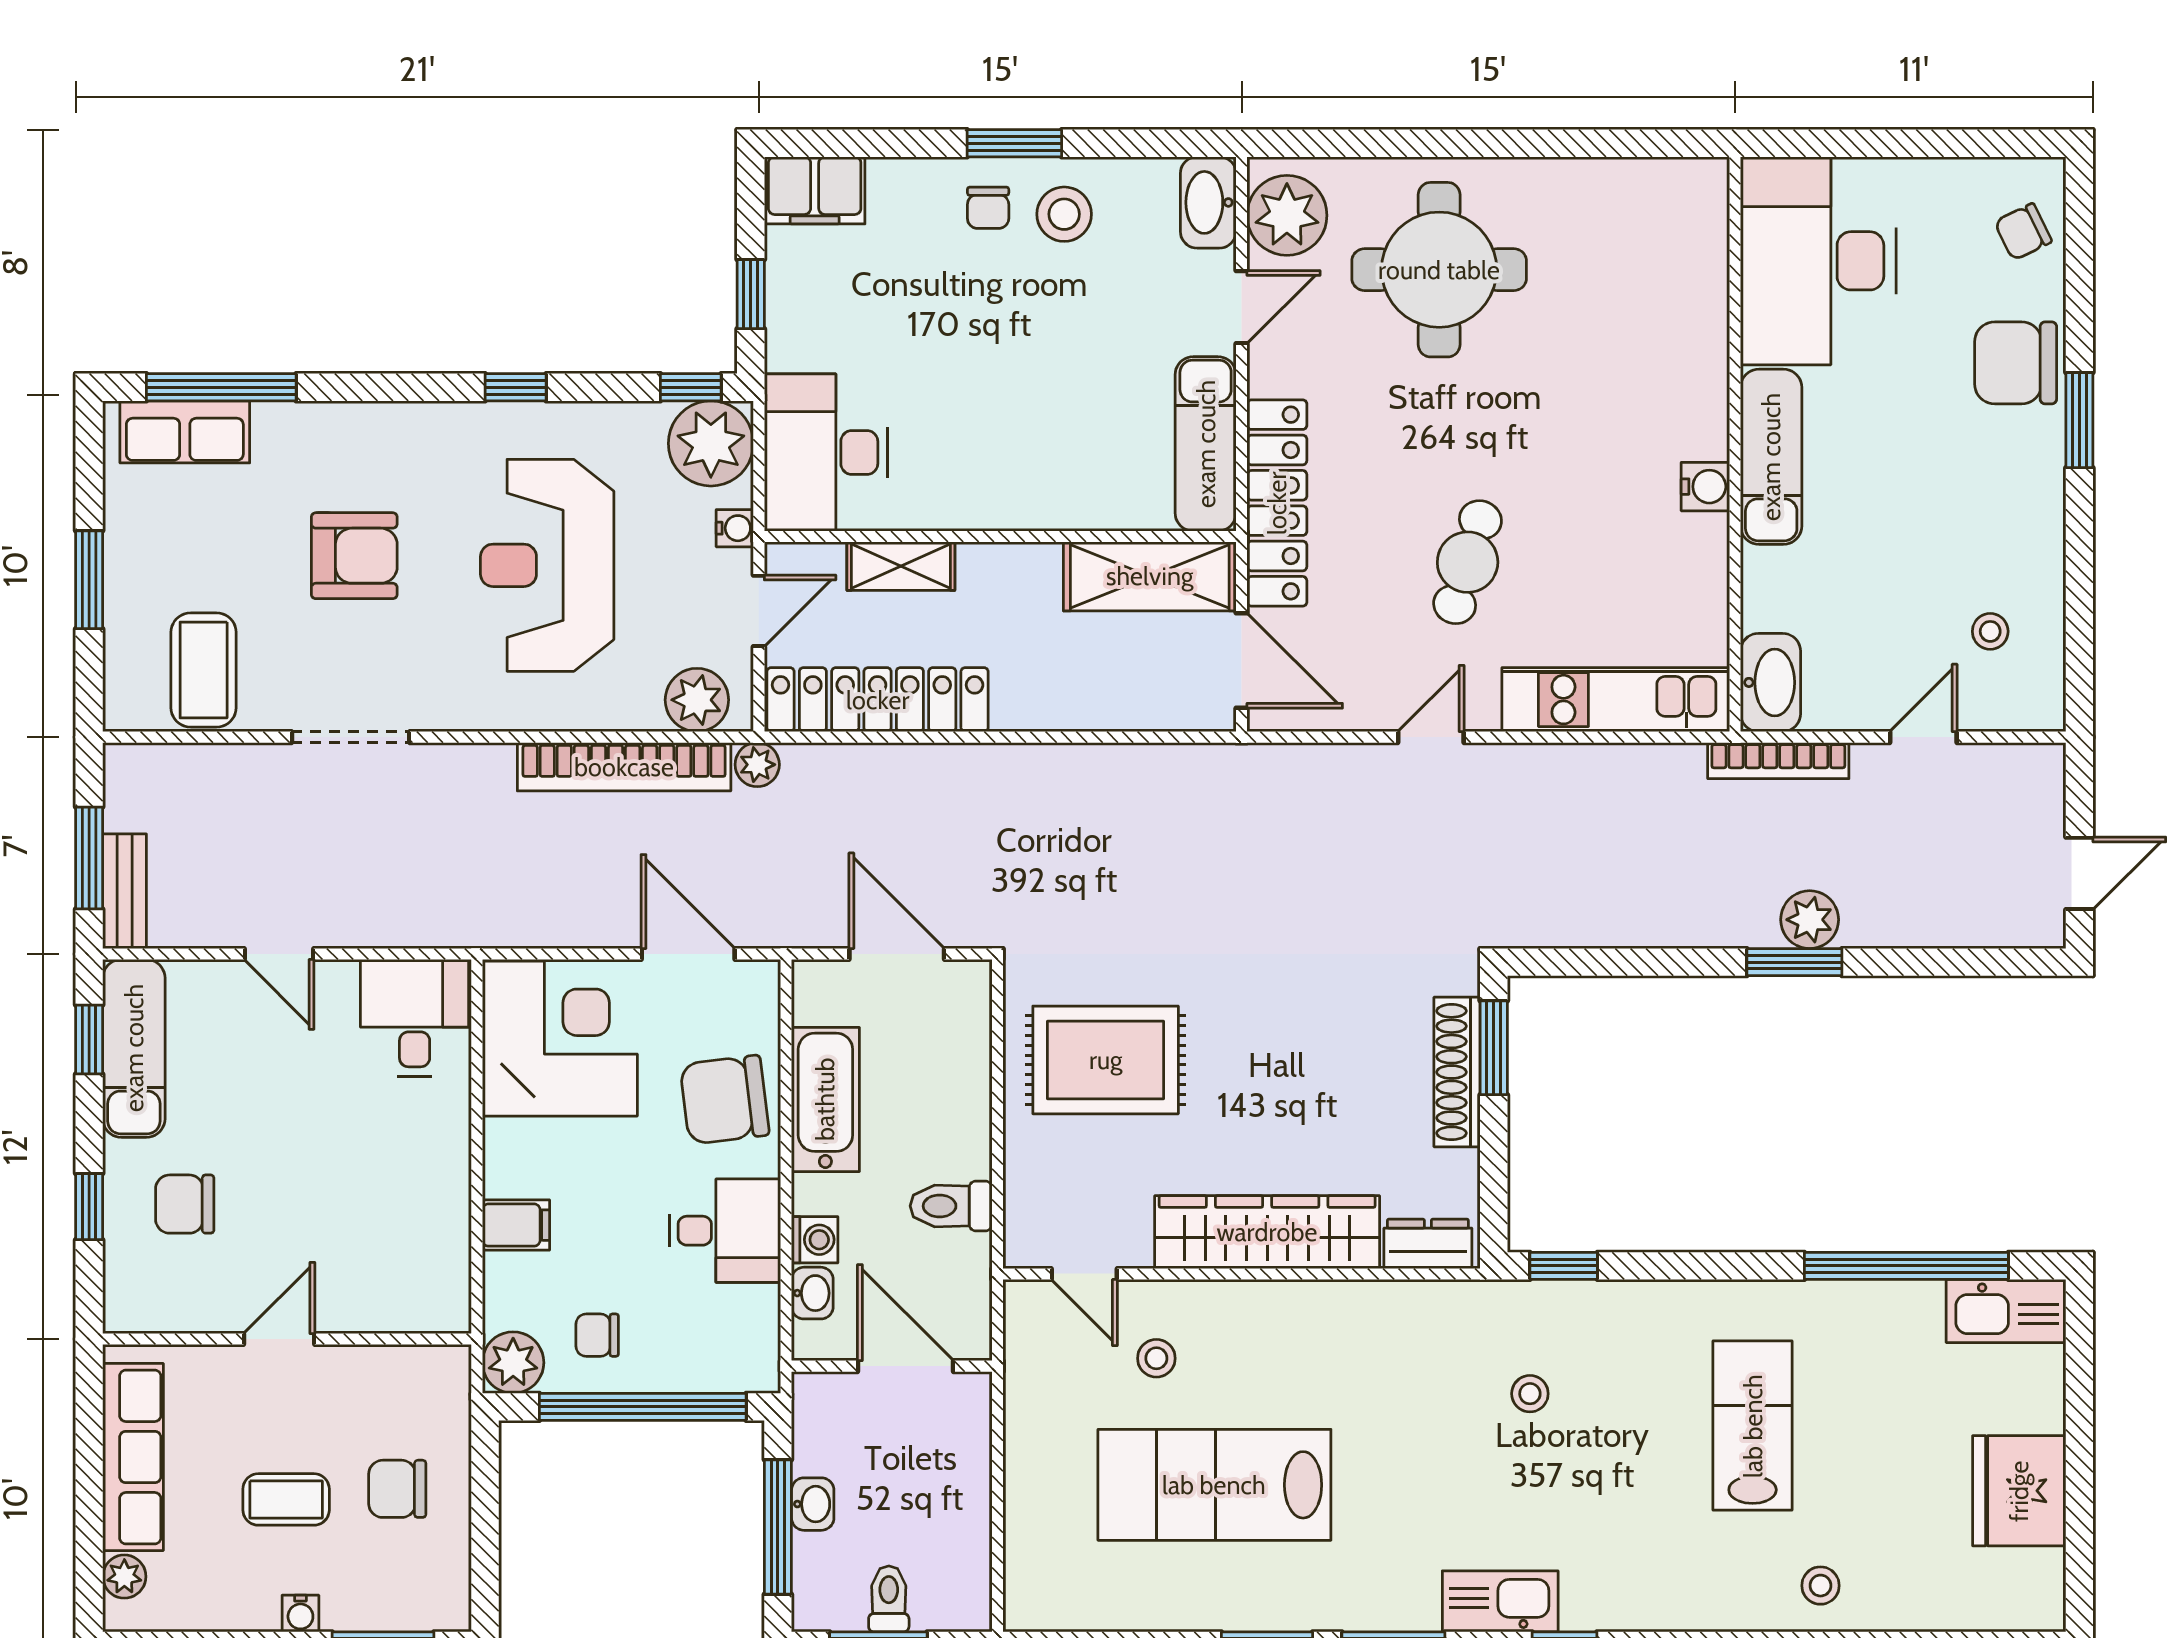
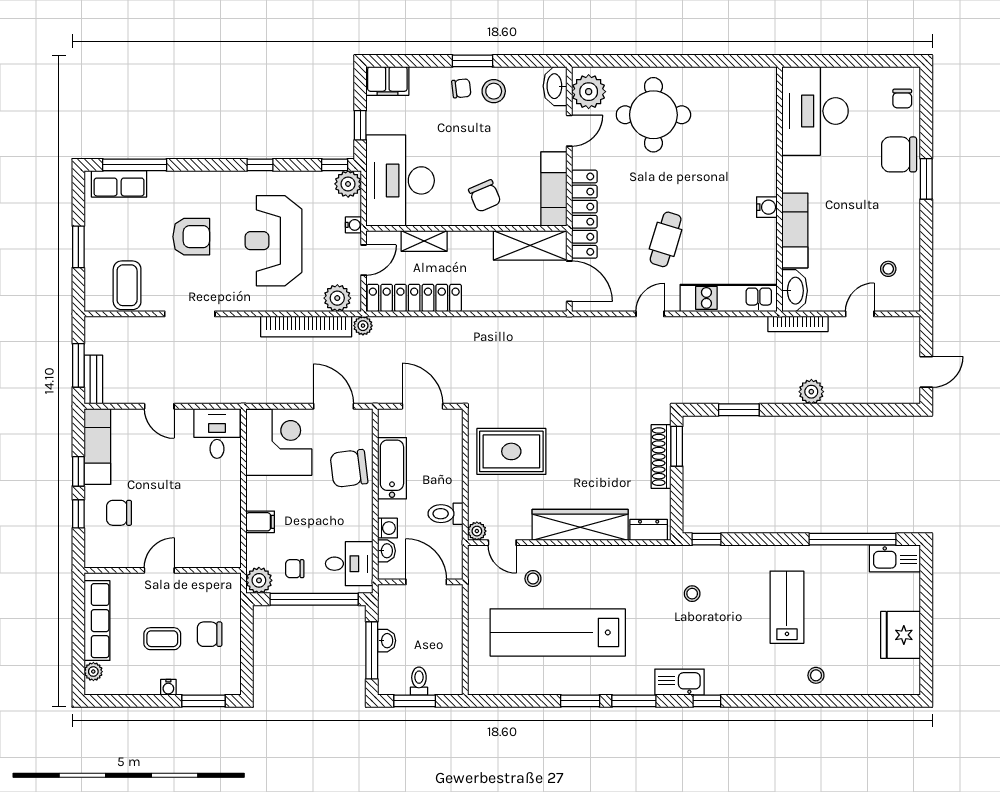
chair: (988, 208) -> (461, 88), turned -96
chair: (2023, 232) -> (902, 99), turned -64
plant: (711, 443) -> (348, 184), width x0.73, depth x0.73
desk: (826, 453) -> (400, 180), width x1.36, depth x1.30
exam couch: (1771, 457) -> (795, 231), moved
chair: (1043, 460) -> (485, 196), added
window: (1794, 962) -> (739, 410), moved
window: (89, 1039) -> (78, 471), moved
desk: (725, 1231) -> (349, 564), moved
plant: (1025, 1247) -> (477, 531), added
lab bench: (1214, 1485) -> (558, 632), width x1.36

